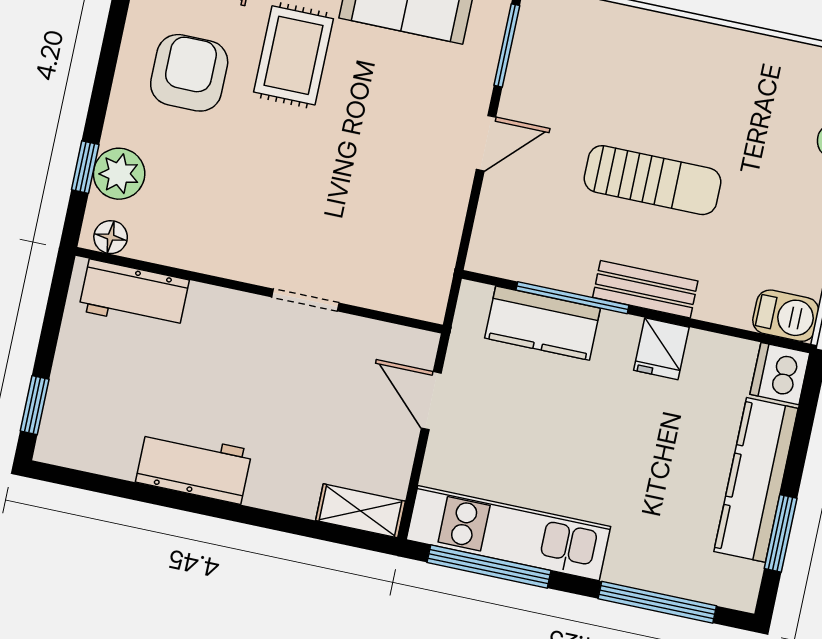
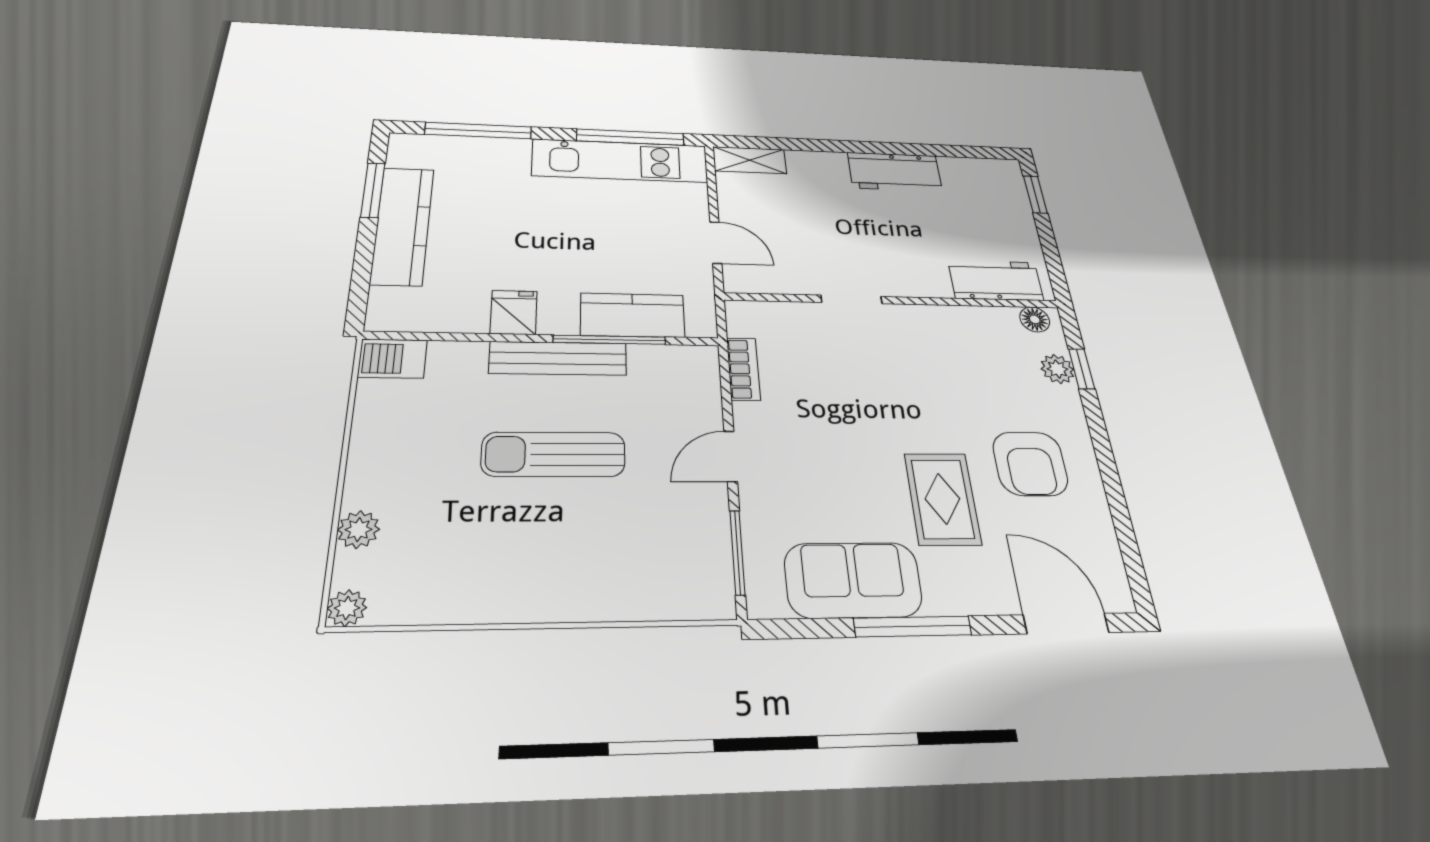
plant: (119, 174) -> (1057, 369), width x0.73, depth x0.73
bookcase: (446, 237) -> (743, 369), added
bench: (645, 289) -> (558, 358), width x1.36
dishwasher: (780, 374) -> (391, 310), removed

